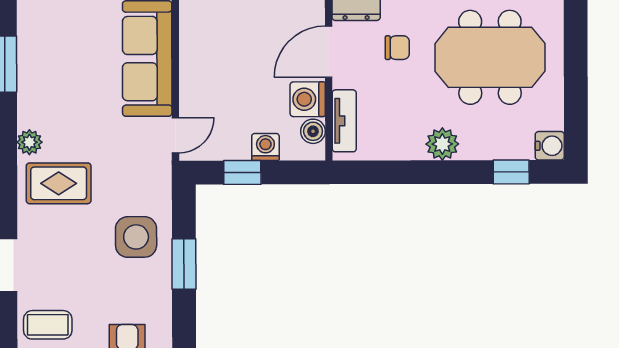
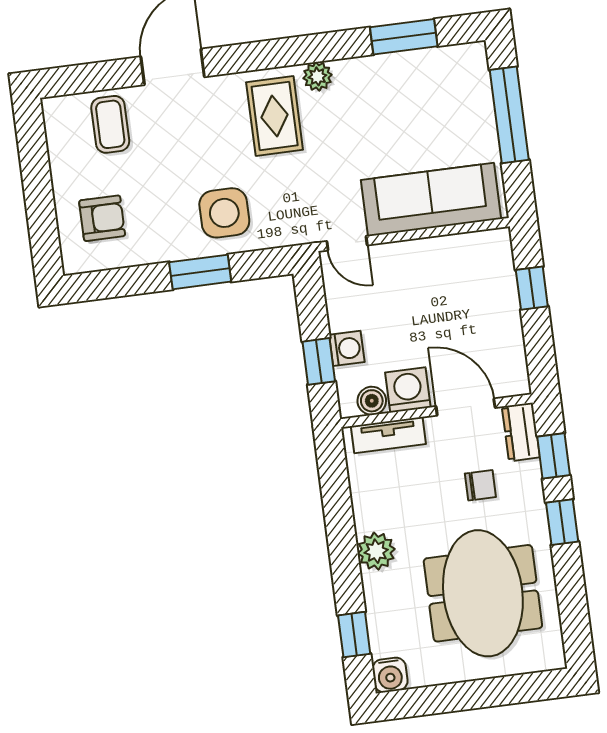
chair: (397, 48) -> (480, 485), turned -90
window: (242, 172) -> (319, 361), moved

